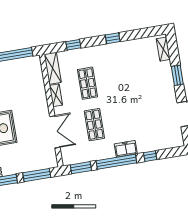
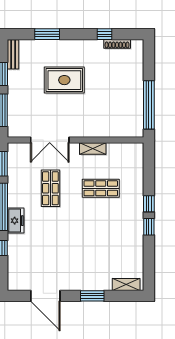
window: (73, 45) -> (149, 204), moved
shelving: (53, 68) -> (125, 150), removed
shop shelf: (94, 125) -> (50, 188), turned 90

